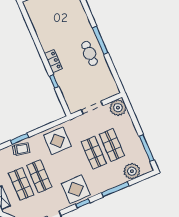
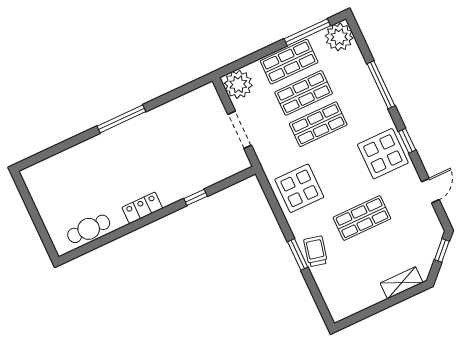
cafe table: (90, 53) -> (89, 229), moved
locker: (53, 61) -> (142, 208), moved
plant: (132, 171) -> (339, 37), moved
shop shelf: (21, 184) -> (289, 62), moved

